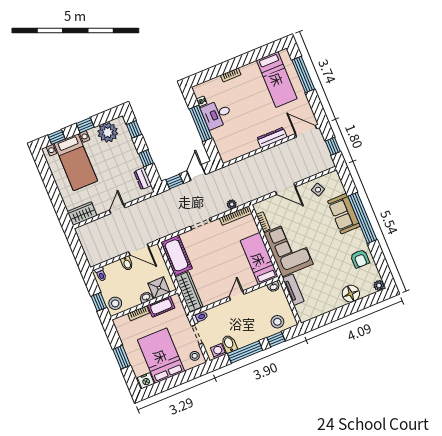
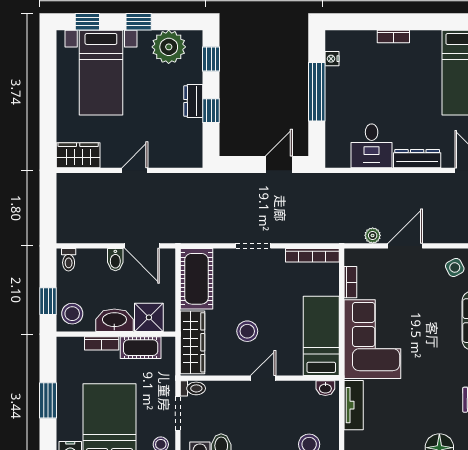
desk: (217, 114) -> (372, 146), moved, turned -90
dresser: (143, 179) -> (193, 101), moved
window: (175, 182) -> (240, 164), removed
door: (285, 189) -> (405, 246), swing flipped
plant: (232, 204) -> (373, 235), moved
stool: (217, 273) -> (247, 331), added
washbasin: (146, 297) -> (114, 320), width x1.91, depth x1.45

